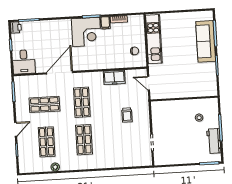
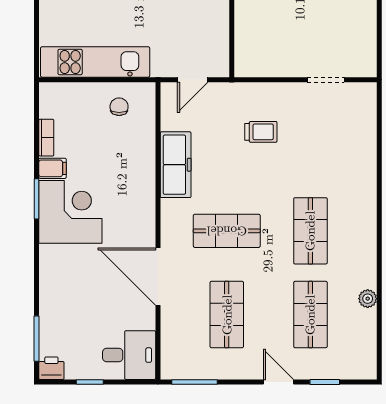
freezer: (114, 77) -> (176, 165), width x1.40
shop shelf: (84, 140) -> (310, 231), turned 90
shop shelf: (47, 142) -> (310, 315), turned 90

